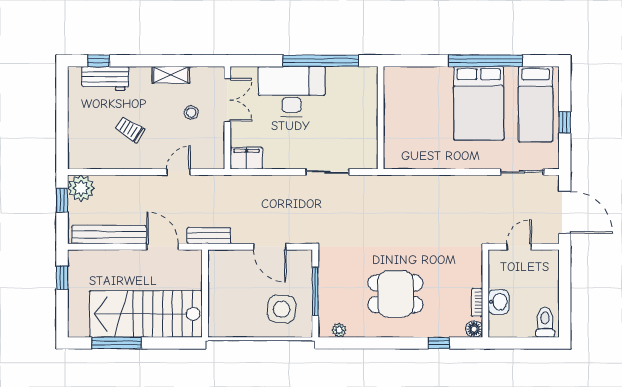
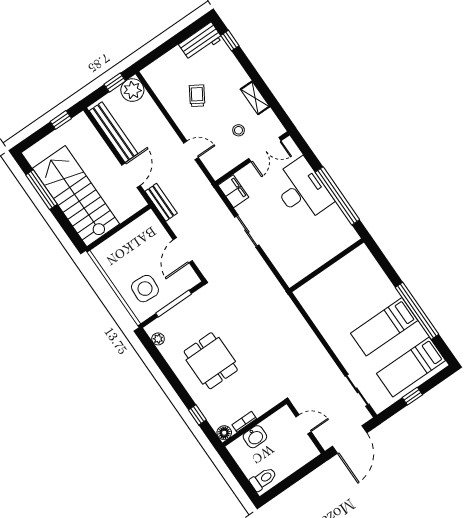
workbench: (105, 78) -> (201, 41), moved, turned -90
bed: (479, 103) -> (384, 327), width x0.67
sliding door: (327, 172) -> (247, 231), moved

